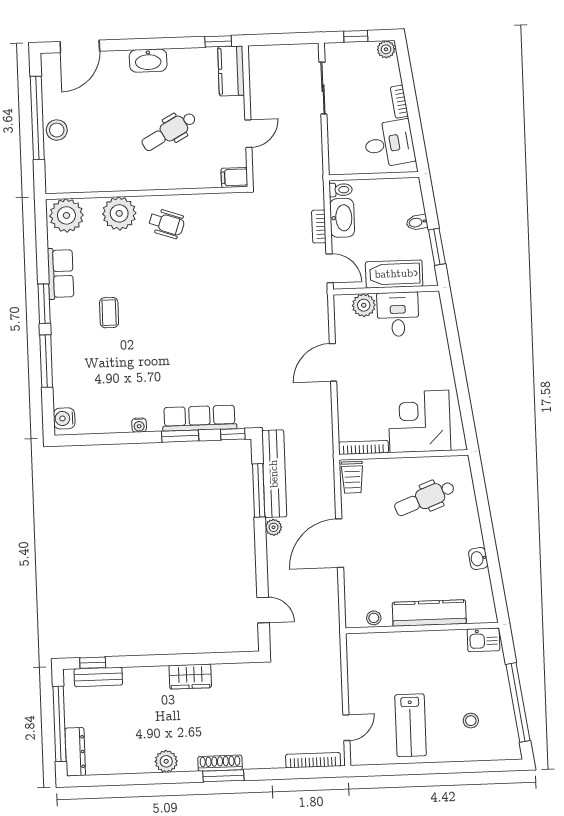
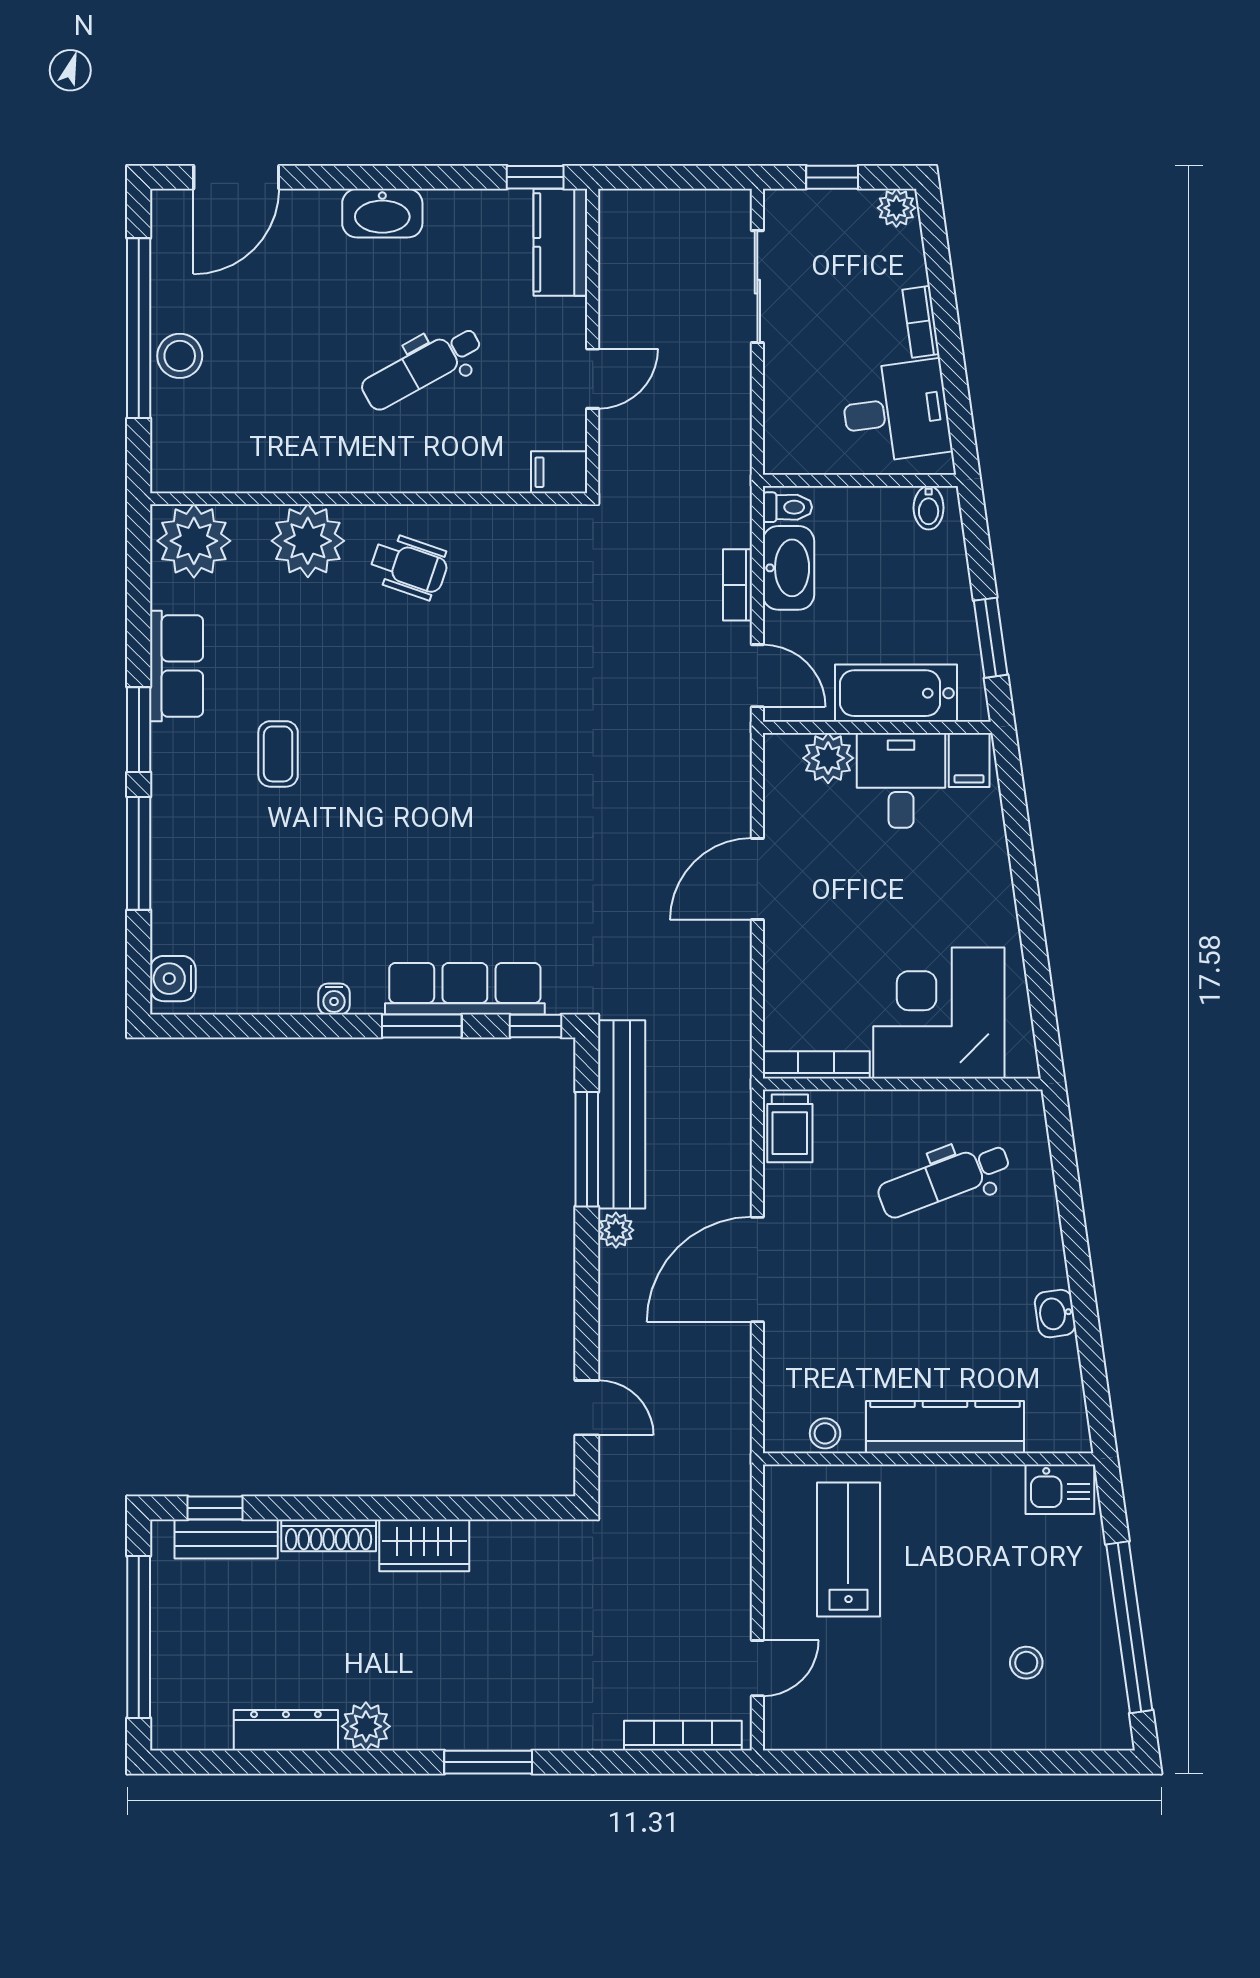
bidet: (417, 222) -> (929, 508), moved, turned -82
filing cabinet: (429, 304) -> (969, 760), added
lab bench: (411, 725) -> (848, 1549), moved, turned 180
dresser: (75, 752) -> (286, 1730), moved, turned -90
shoe rack: (220, 763) -> (329, 1535), moved, turned 180

